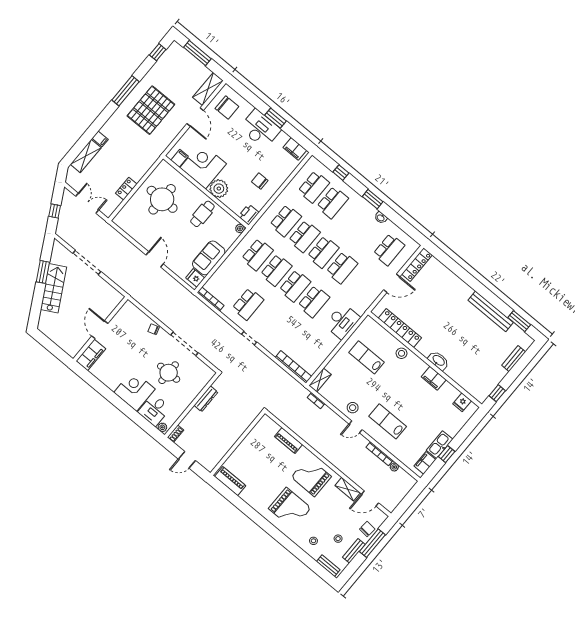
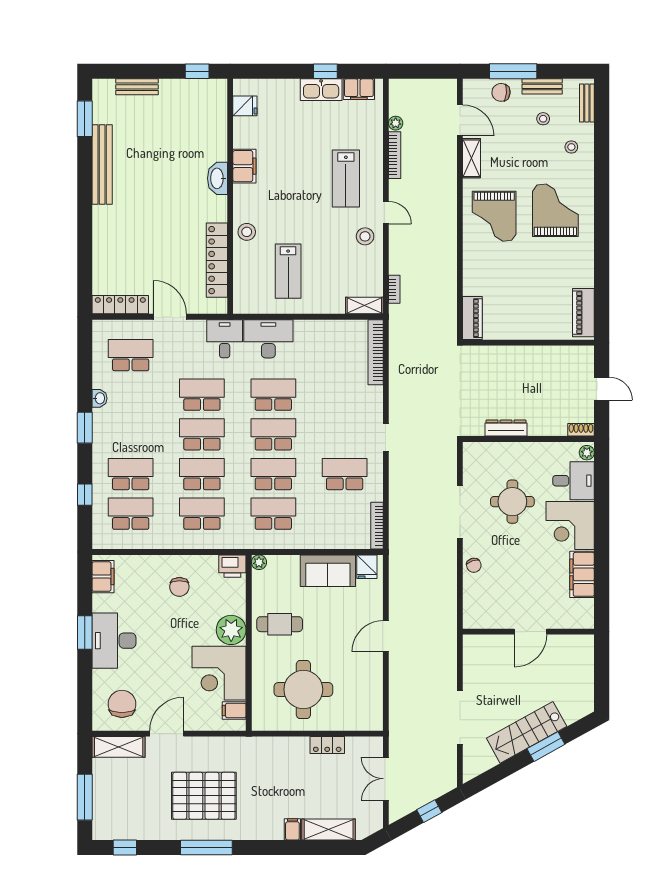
window: (43, 272) -> (546, 747), moved
desk: (360, 301) -> (225, 339), added
filing cabinet: (91, 355) -> (582, 574), moved, turned -90
piano: (288, 440) -> (472, 318), moved

